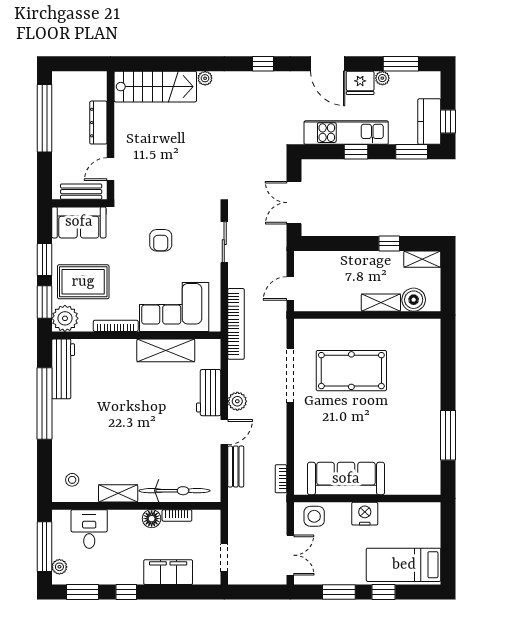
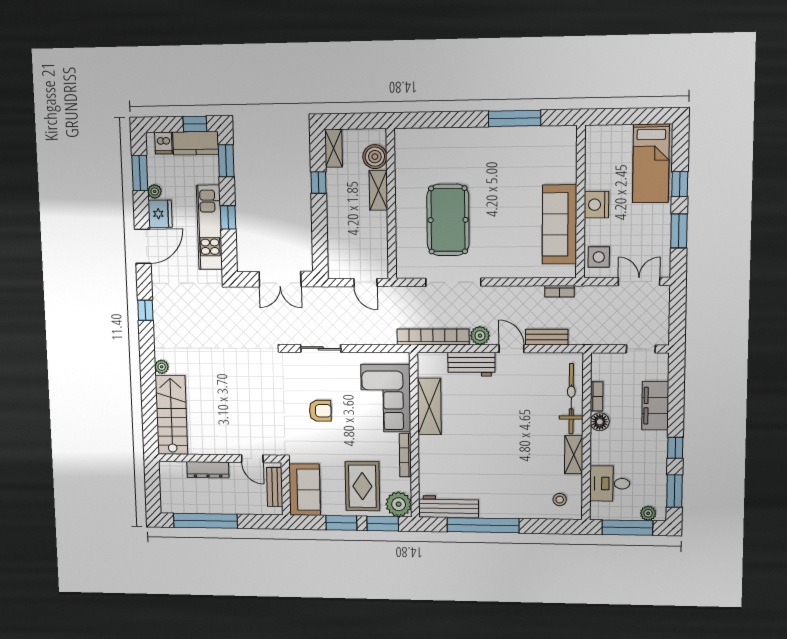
dishwasher: (430, 89) -> (163, 143), added
bookcase: (236, 324) -> (433, 337), moved

